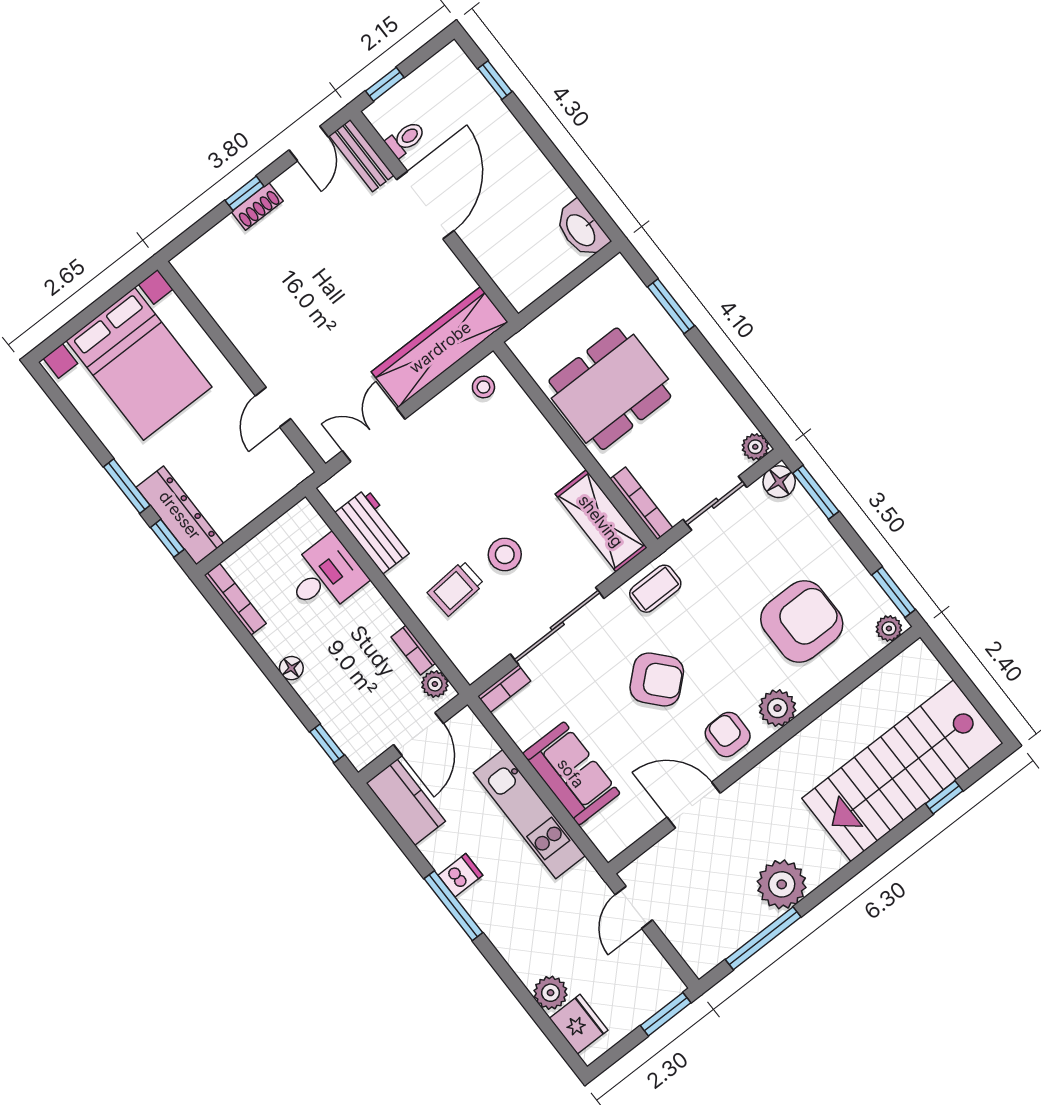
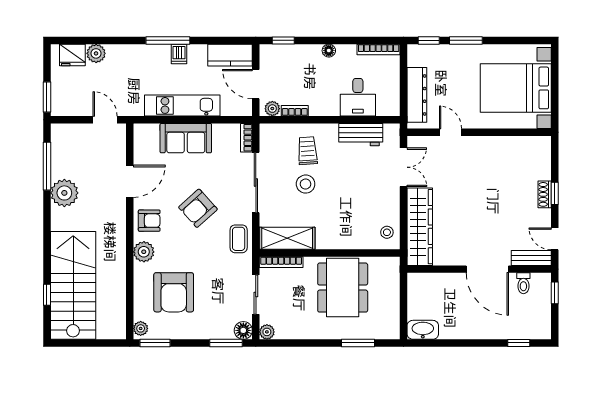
dresser: (180, 515) -> (417, 95), moved, turned -90

